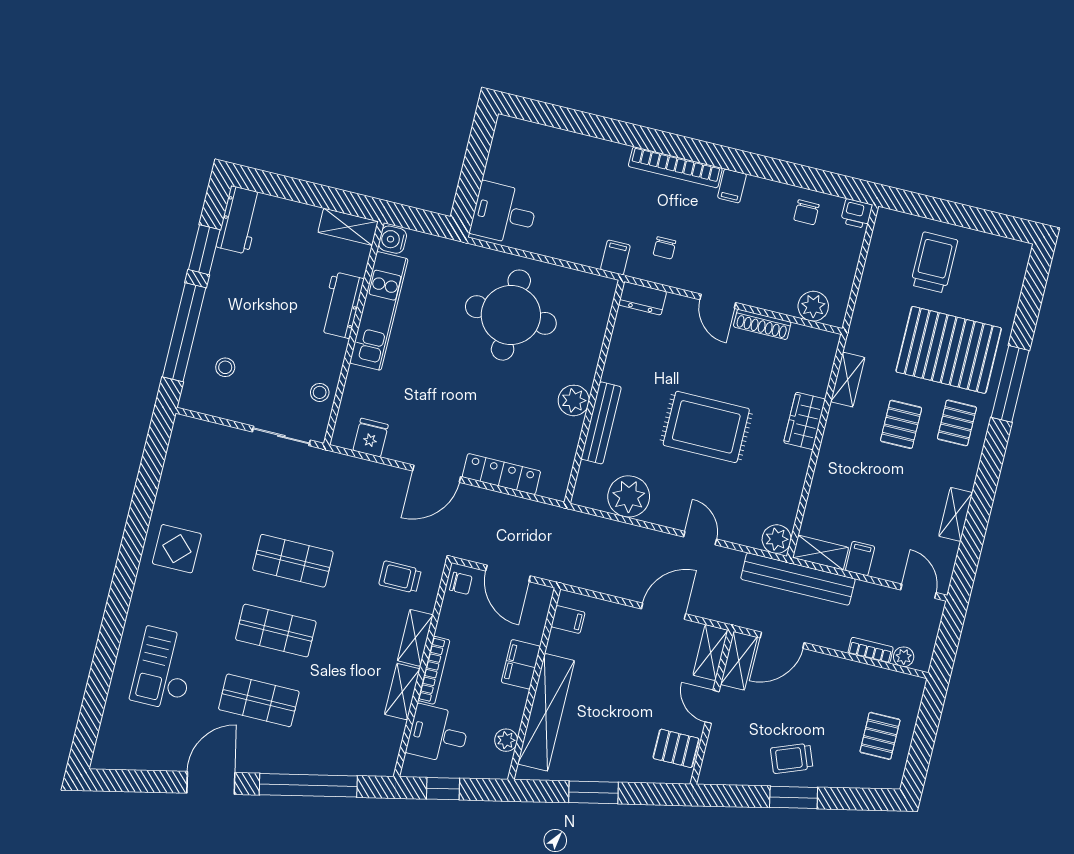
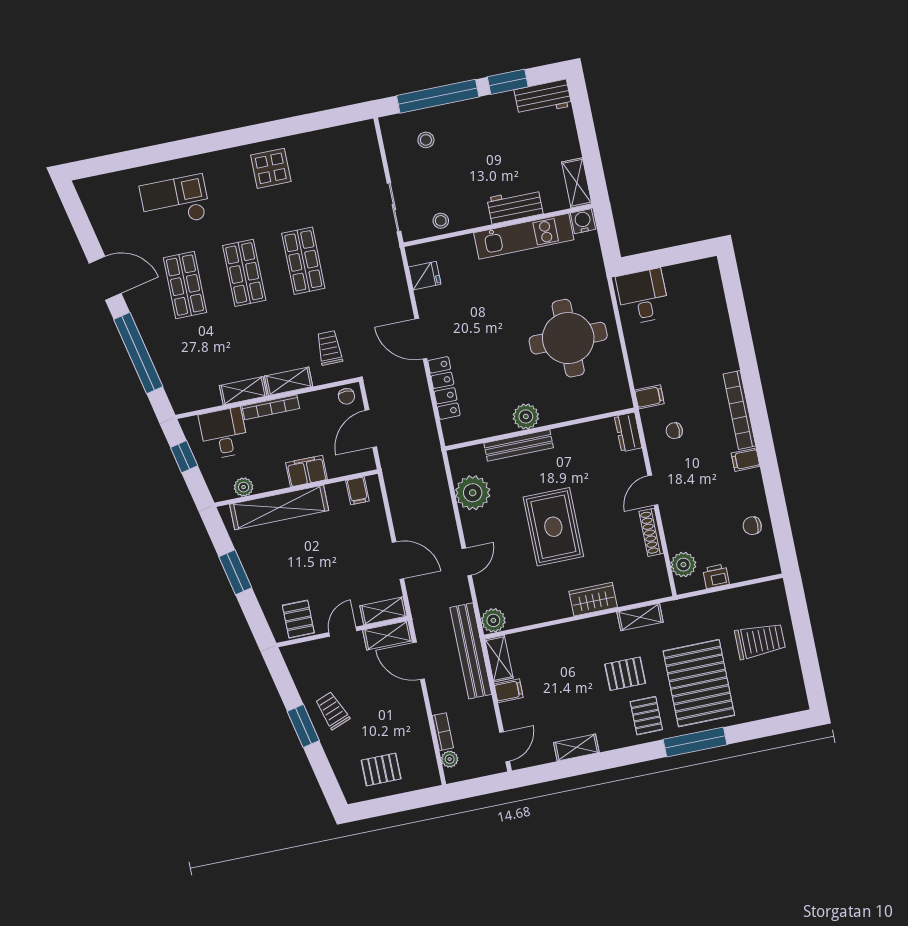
printer: (857, 214) -> (716, 576), moved, turned 90
pallet: (957, 423) -> (646, 716), turned 90

